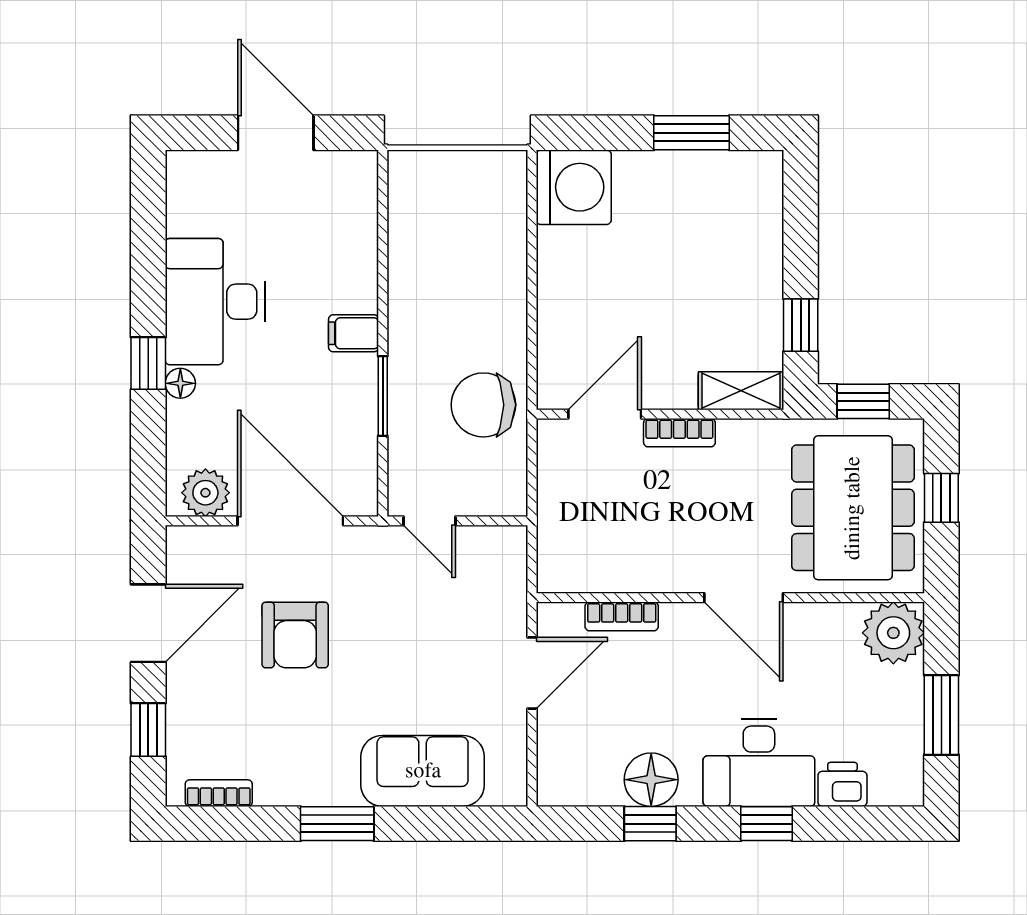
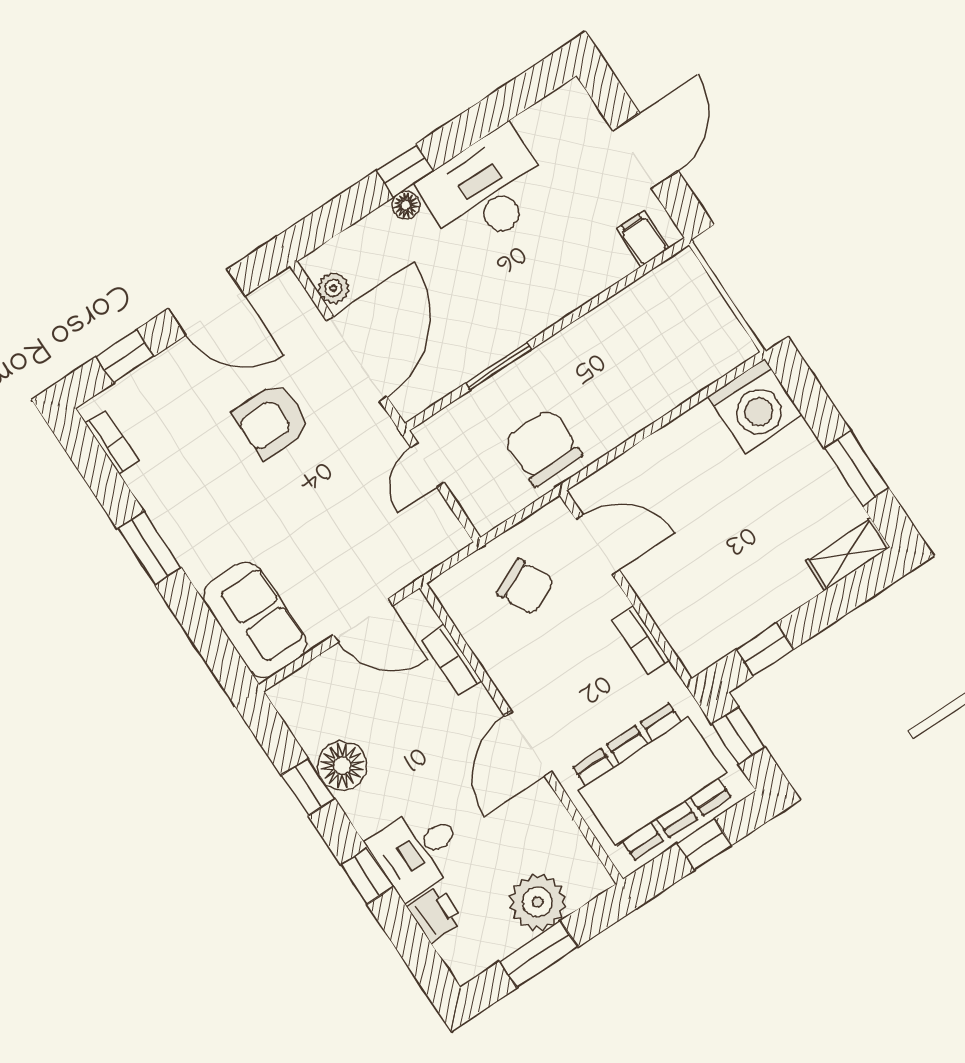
filing cabinet: (354, 333) -> (642, 239), moved
shelving: (741, 391) -> (848, 554), moved, turned 90
bookcase: (679, 433) -> (641, 641), moved
plant: (205, 493) -> (333, 288), width x0.73, depth x0.73
chair: (600, 505) -> (526, 587), added
plant: (893, 633) -> (538, 902), moved
desk: (759, 763) -> (417, 851), width x0.73
sofa: (423, 771) -> (255, 620), moved

